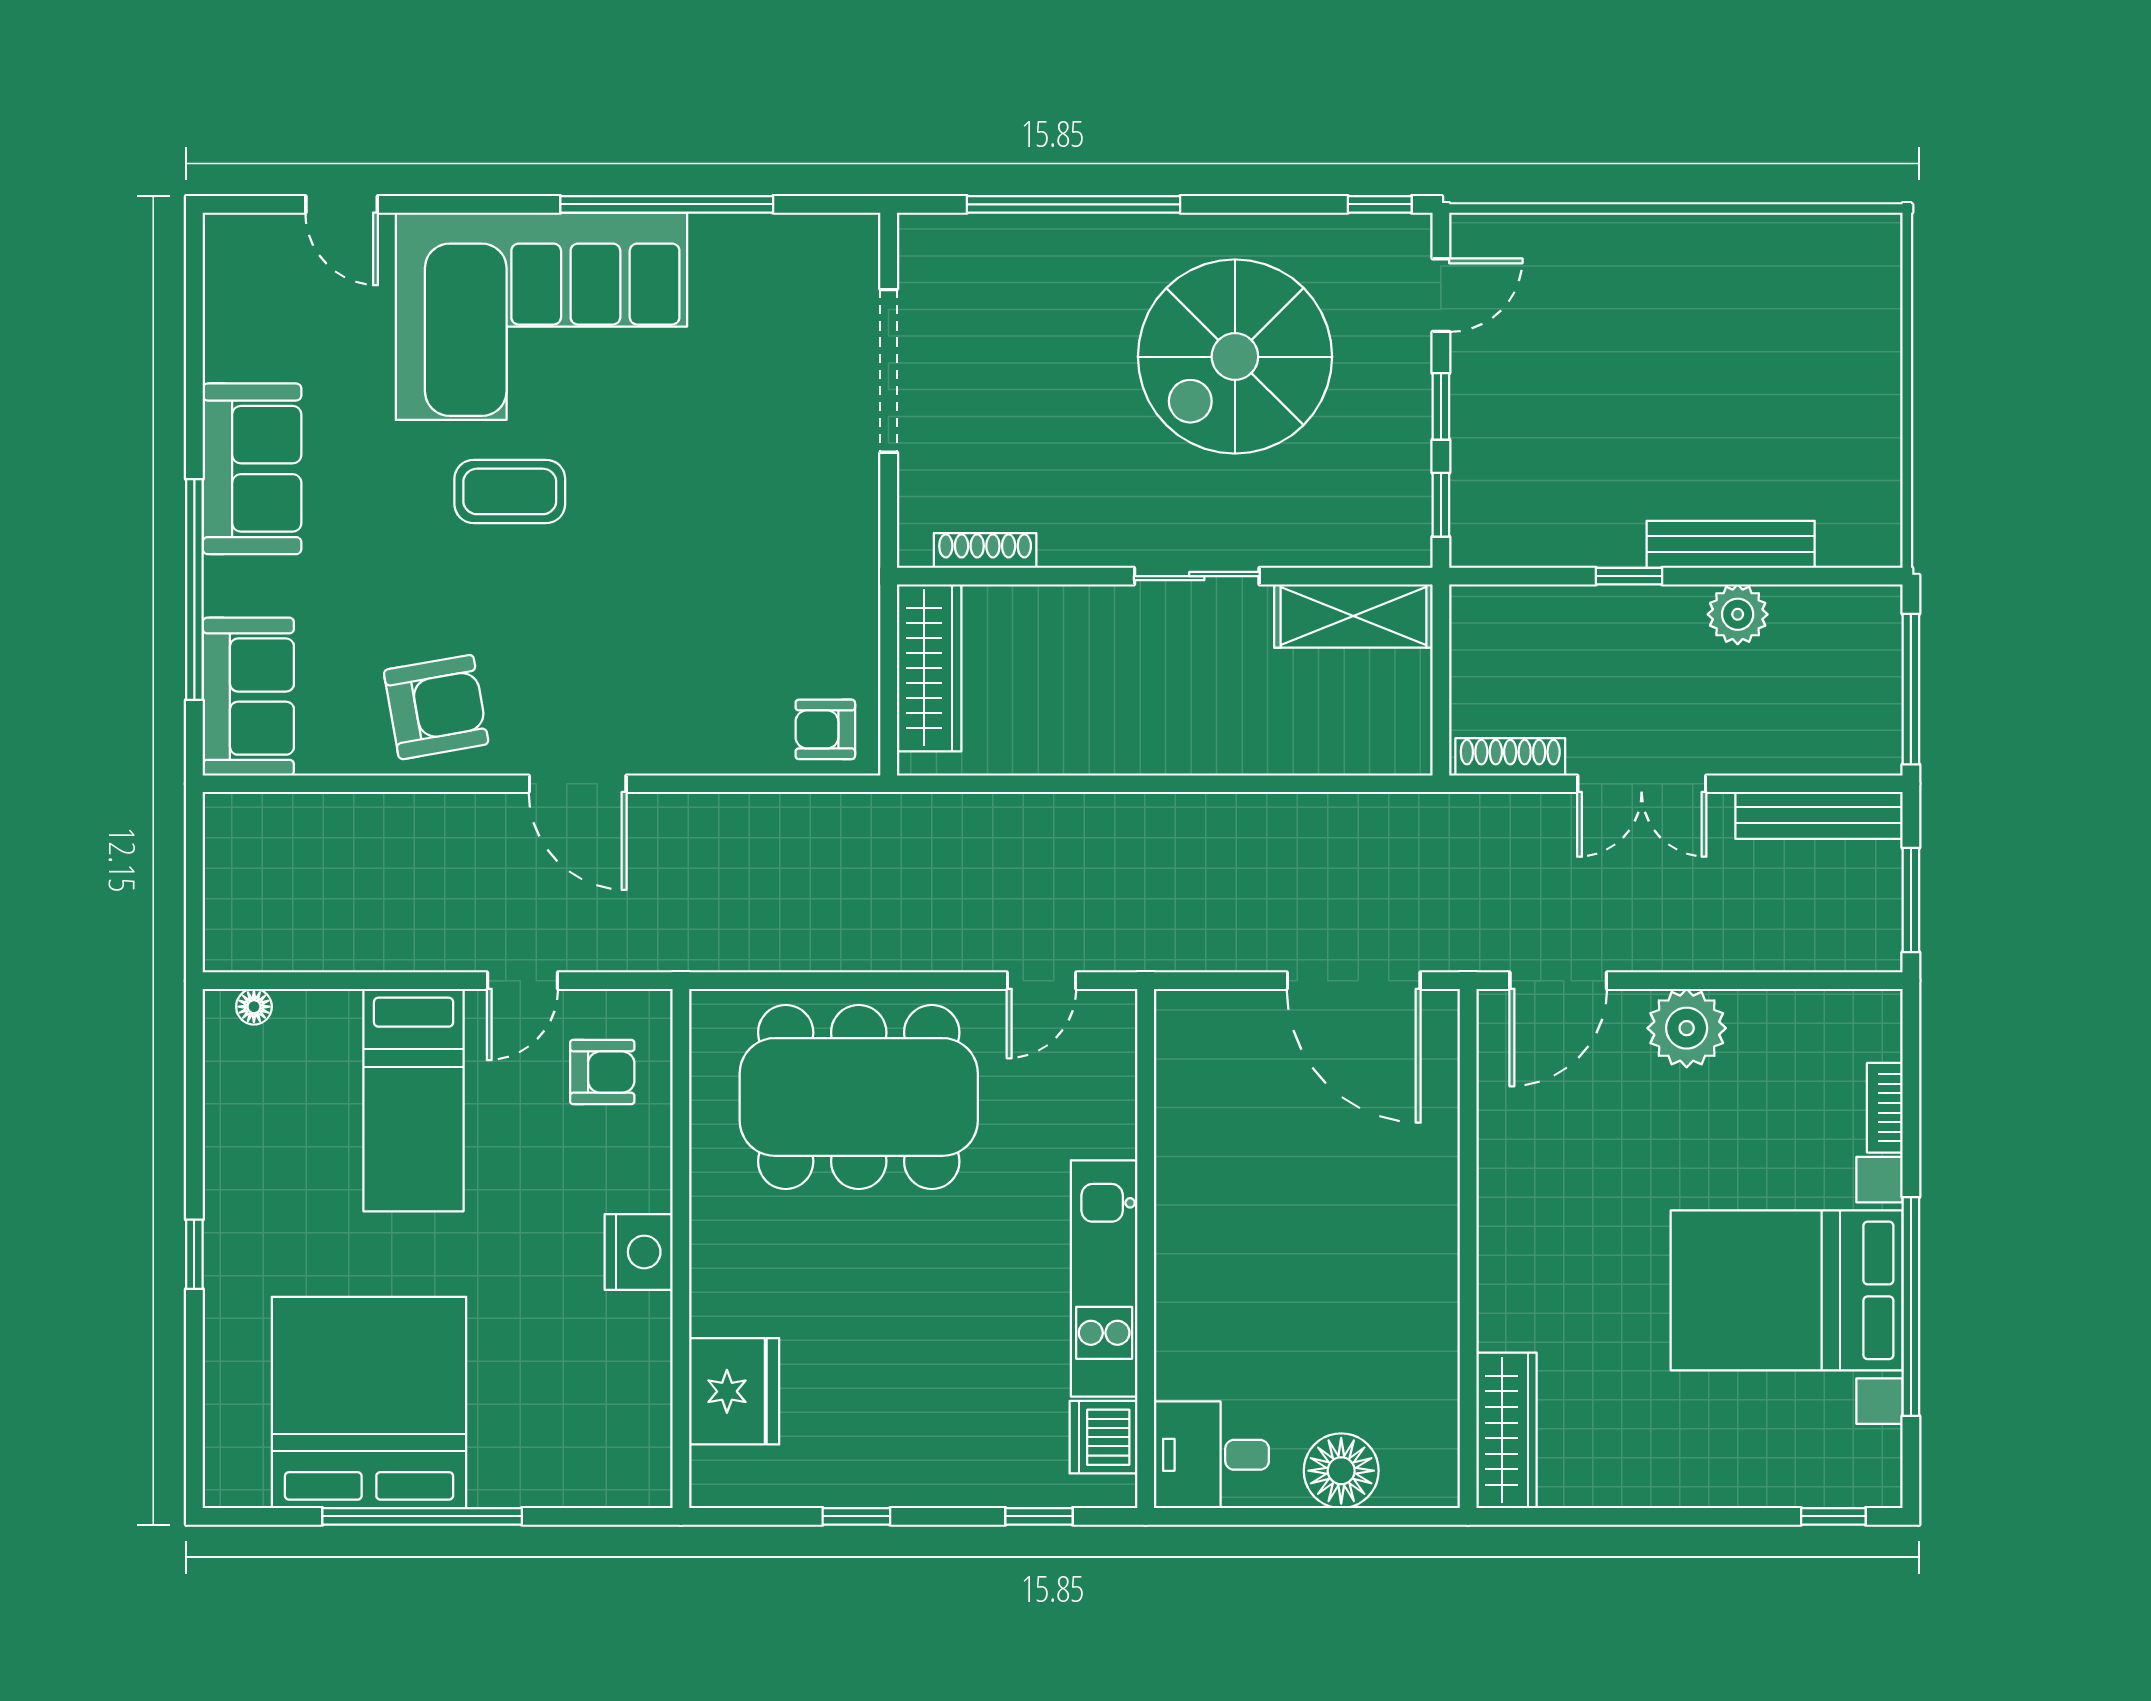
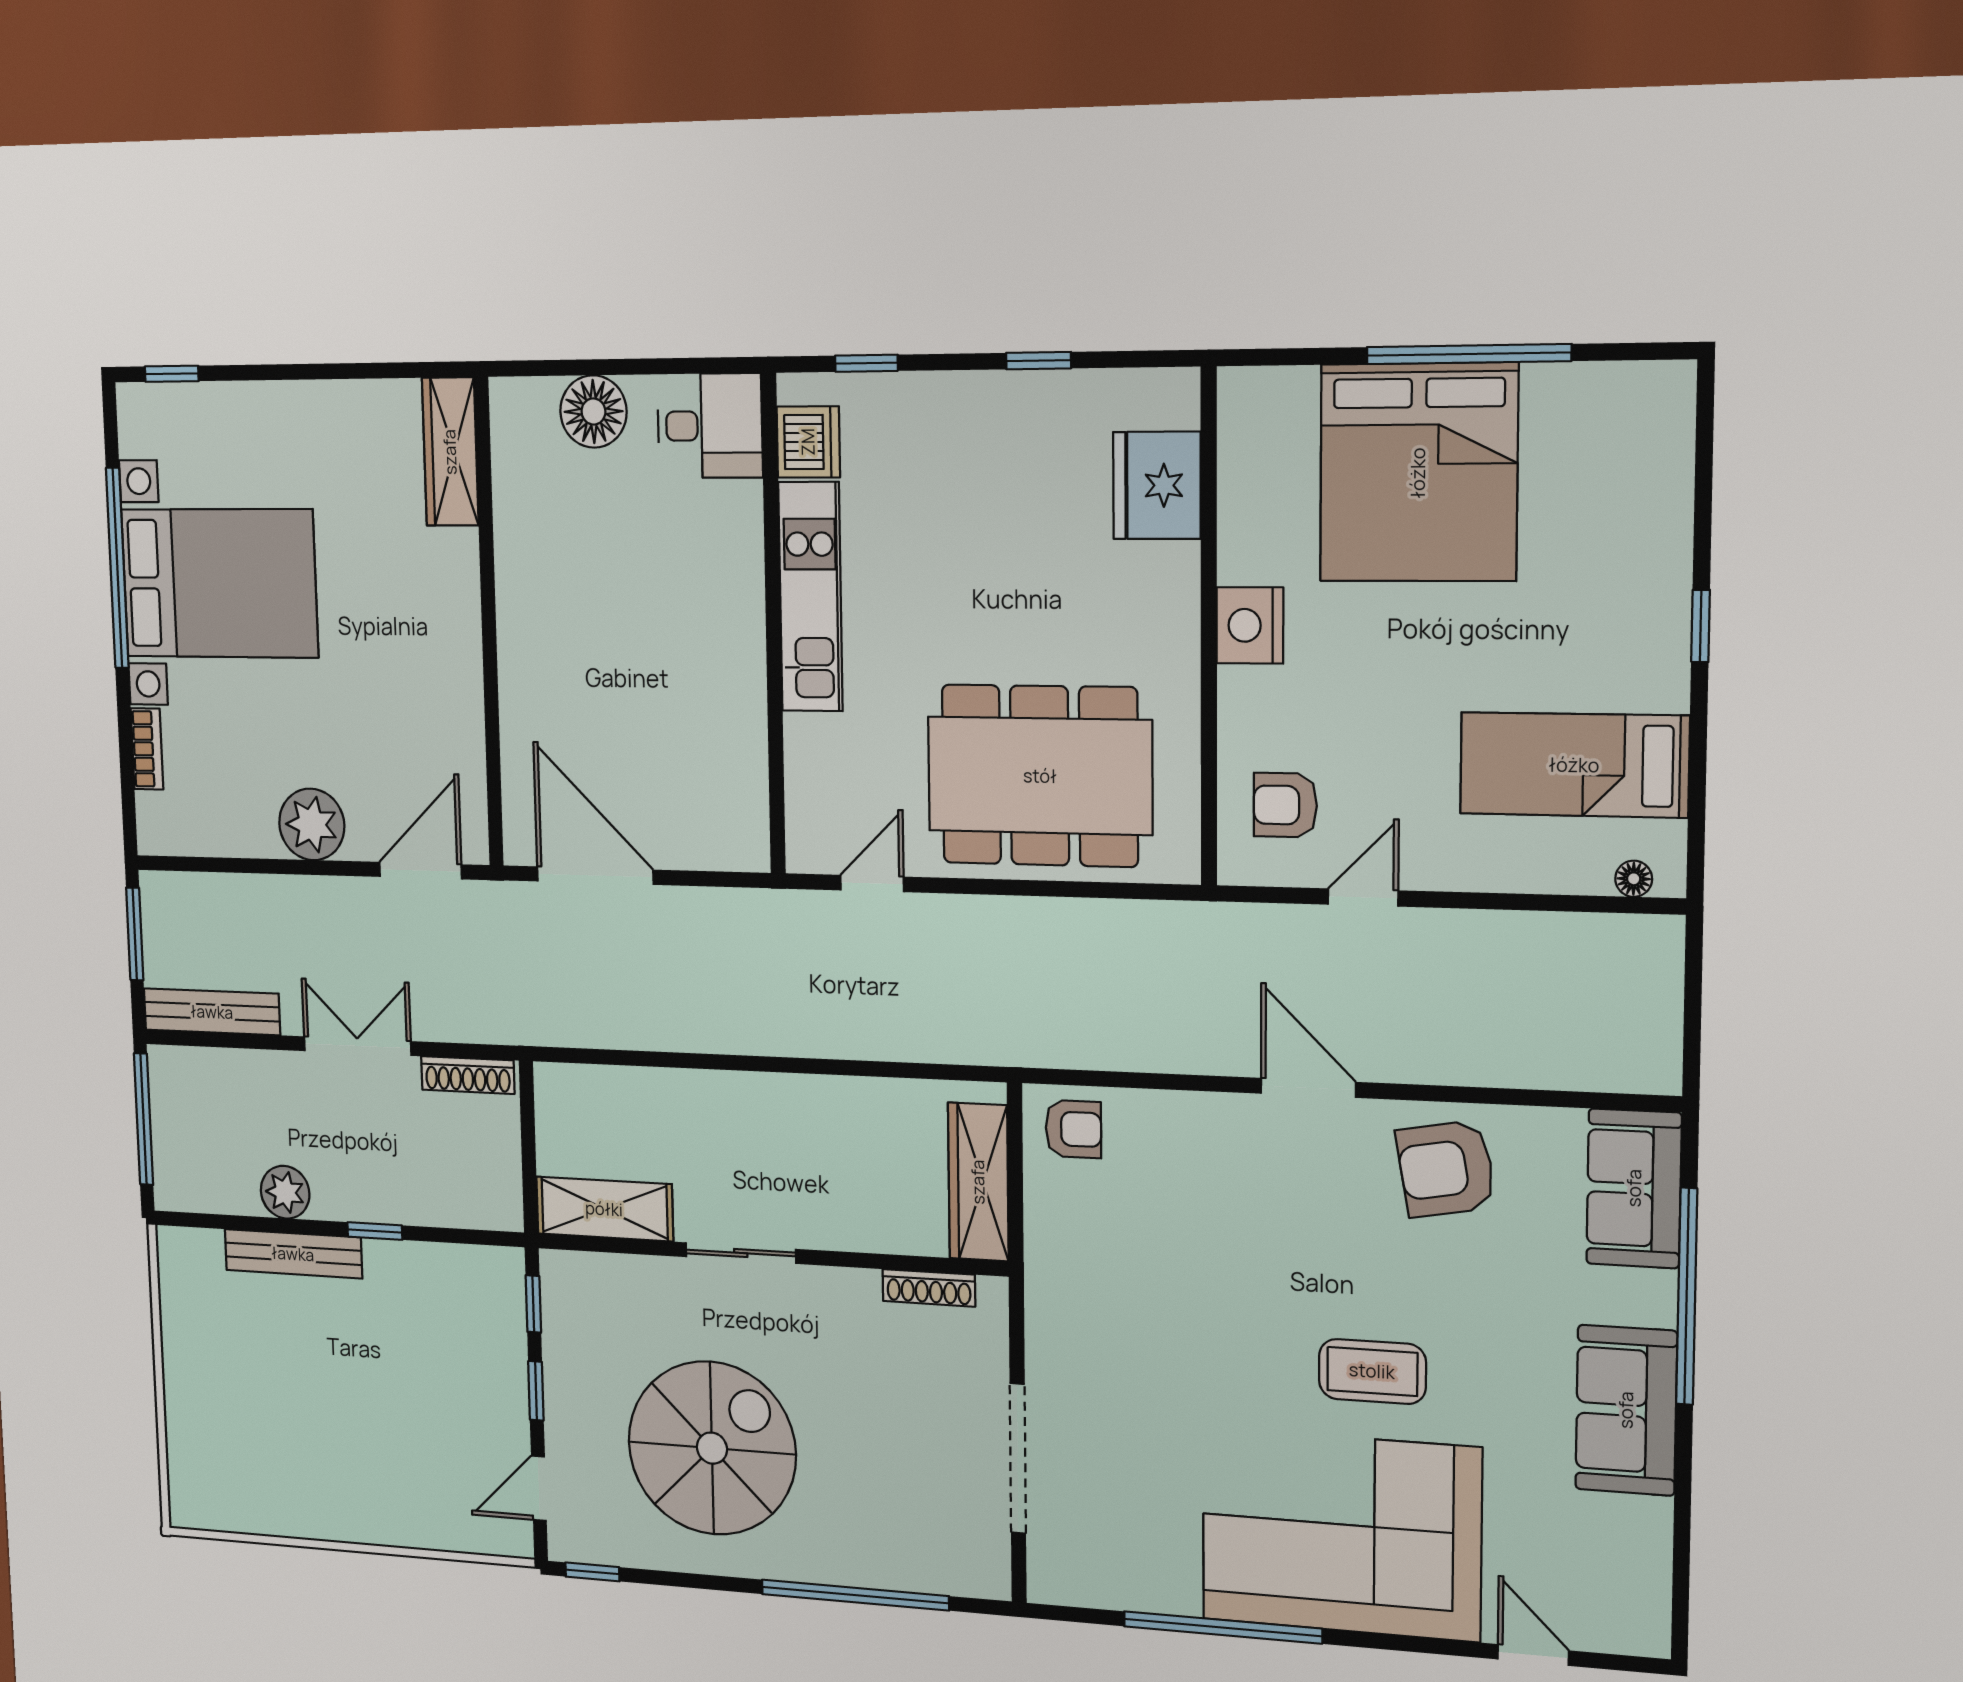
bed: (414, 1100) -> (1574, 765), moved, turned -90
bed: (369, 1402) -> (1418, 473), moved

